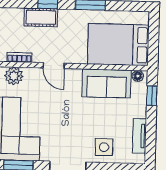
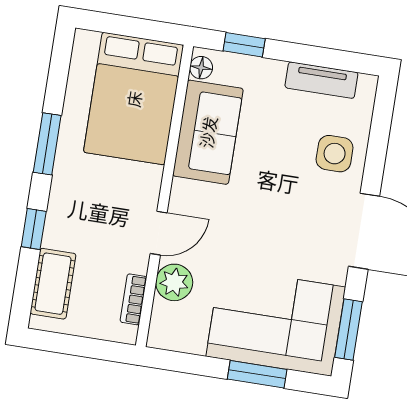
cot: (41, 17) -> (53, 284), moved
plant: (14, 76) -> (174, 282), moved

